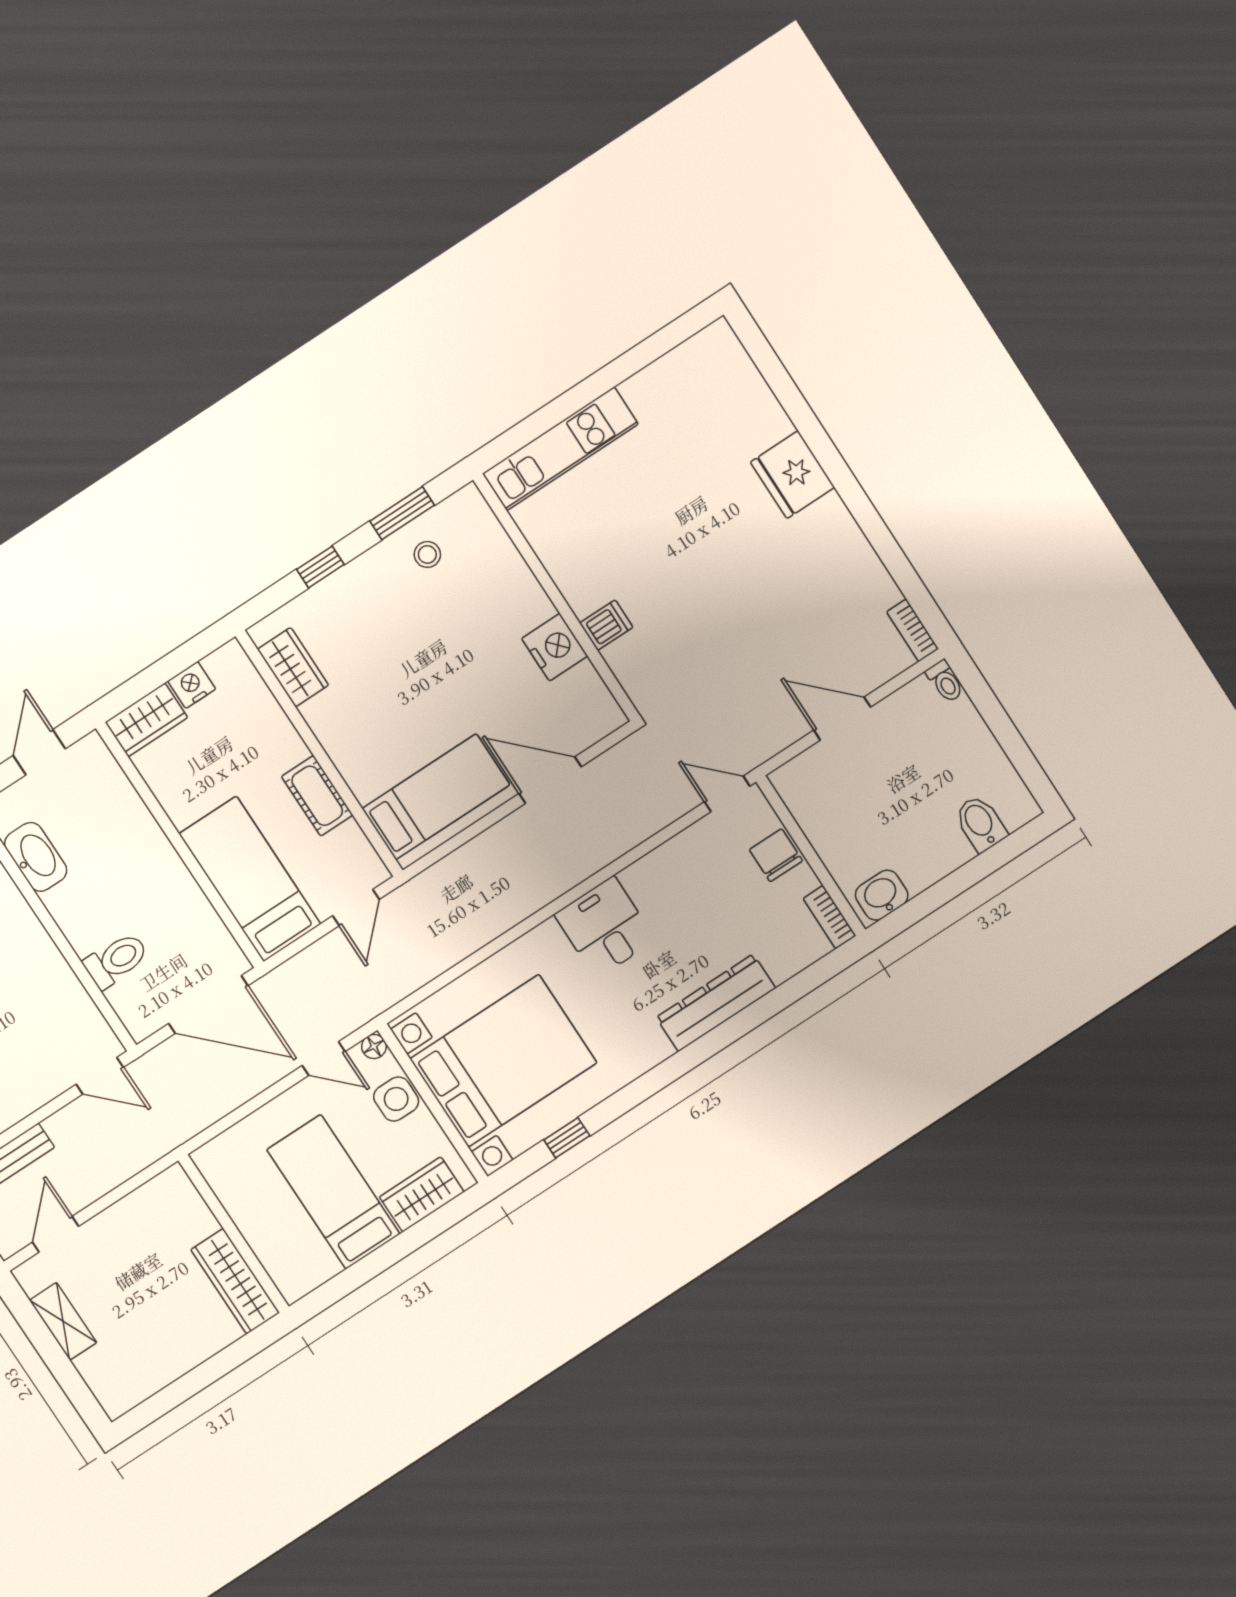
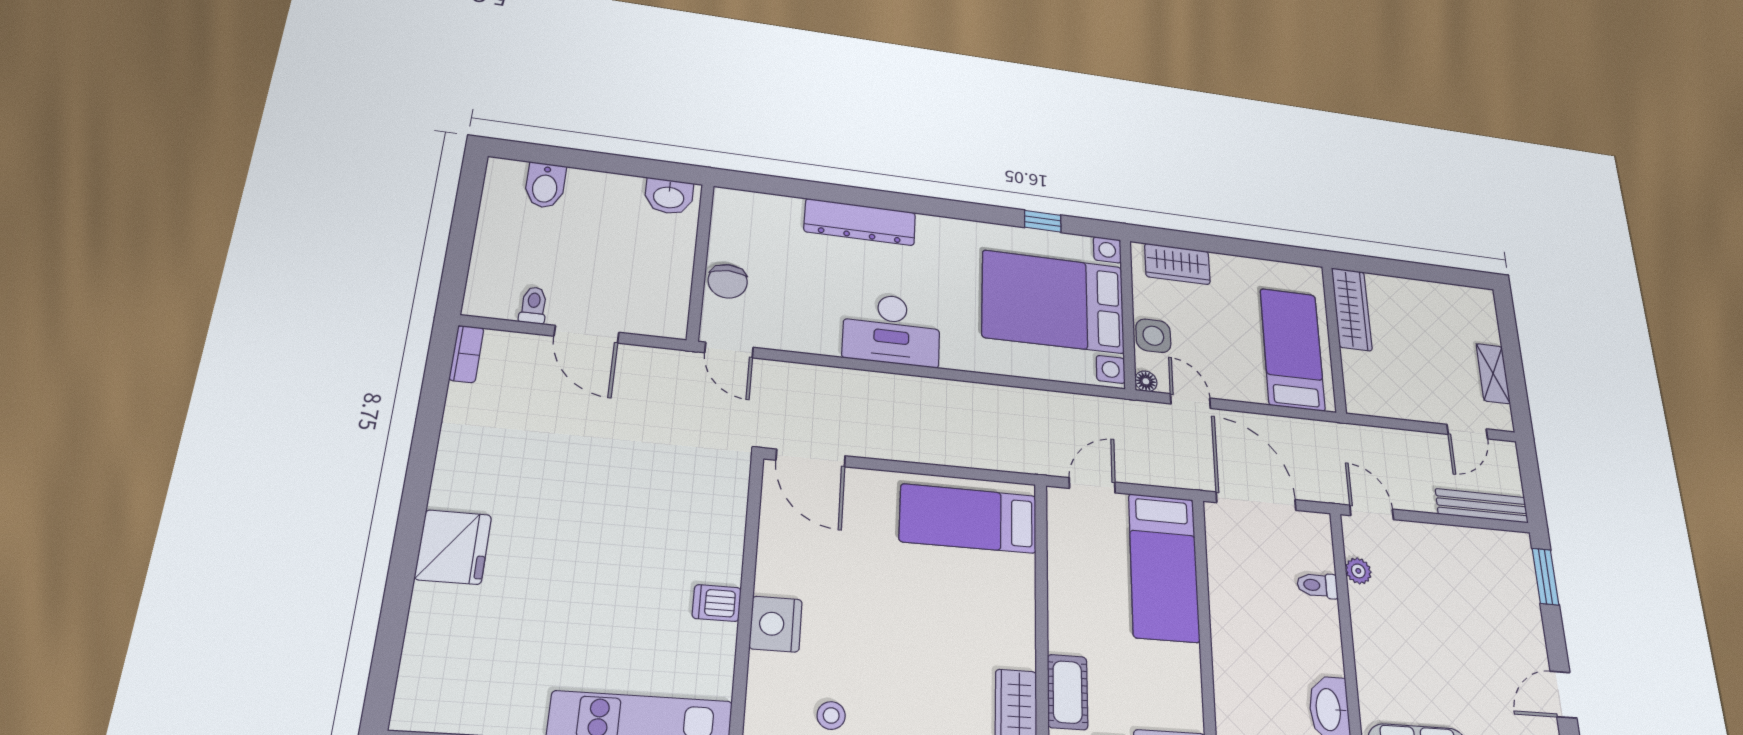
dishwasher: (606, 625) -> (717, 603), moved
nightstand: (555, 647) -> (776, 624), moved
toilet: (945, 681) -> (533, 305), moved
door: (550, 780) -> (811, 458), moved
cot: (317, 796) -> (1067, 692), moved
bookcase: (829, 917) -> (723, 212), removed
desk: (605, 927) -> (892, 329), width x1.37
toilet: (116, 960) -> (1317, 585), width x0.73, depth x0.72
plant: (81, 1007) -> (1358, 571), added
bed: (333, 1192) -> (1292, 349), moved, turned 180

